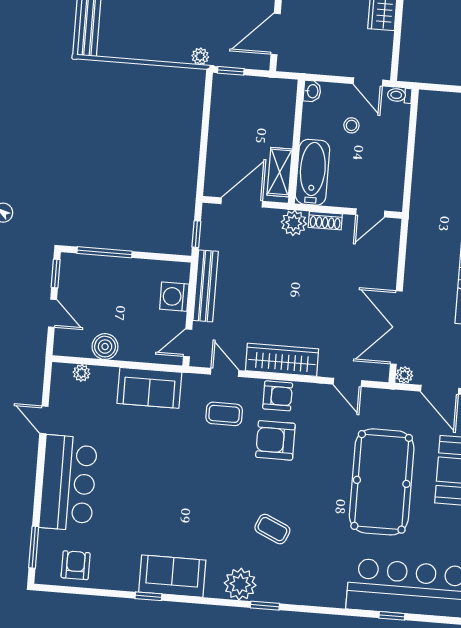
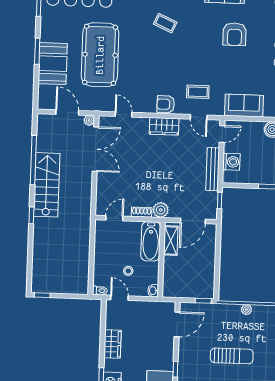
plant: (200, 56) -> (246, 310), moved
wardrobe: (282, 360) -> (164, 126), width x0.67
armchair: (275, 440) -> (235, 34), moved, turned 90

